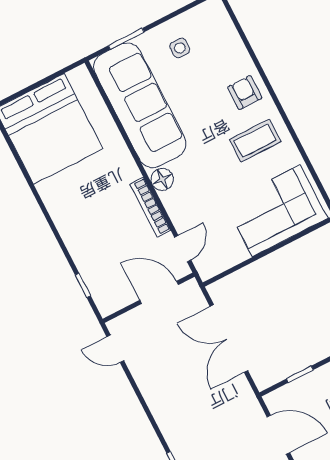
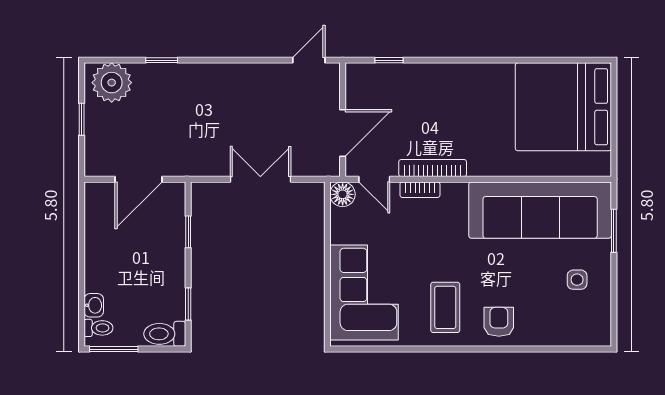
armchair: (245, 93) -> (499, 322), turned -90
floor lamp: (162, 179) -> (343, 194), moved
bookcase: (172, 208) -> (420, 190), added
double door: (229, 338) -> (260, 179), width x0.73

